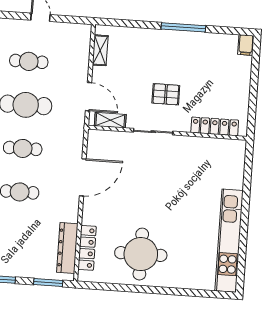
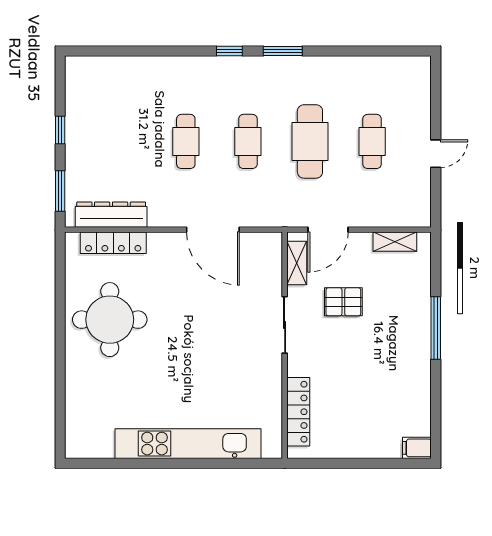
window: (183, 27) -> (436, 328), moved
pallet: (166, 94) -> (343, 302), moved, turned 90
kitchen unit: (229, 241) -> (188, 444), moved

